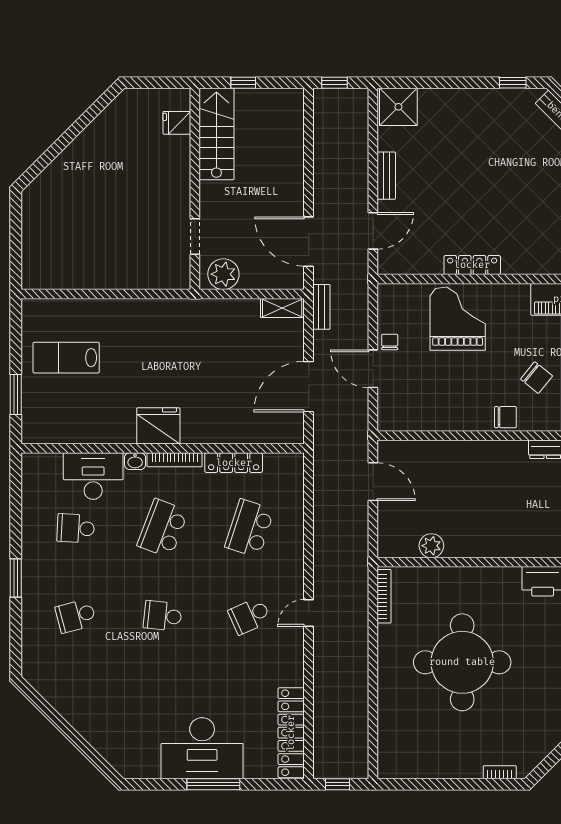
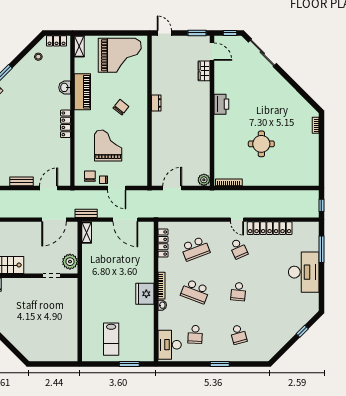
door: (373, 231) -> (49, 188), hinge flipped
locker: (472, 265) -> (65, 124), moved
grand piano: (458, 319) -> (108, 145), moved, turned 90
door: (373, 369) -> (117, 188), hinge flipped
chair: (505, 417) -> (90, 176), moved
locker: (234, 463) -> (163, 243), moved
desk: (93, 476) -> (170, 345), moved
school desk: (250, 528) -> (195, 249), turned -39
plant: (431, 546) -> (204, 180), moved
round table: (462, 662) -> (261, 144), width x0.54, depth x0.54
locker: (291, 733) -> (270, 228), moved
window: (82, 745) -> (302, 331), added
window: (213, 784) -> (321, 249), moved

